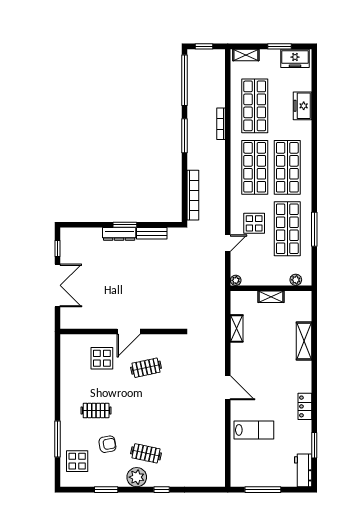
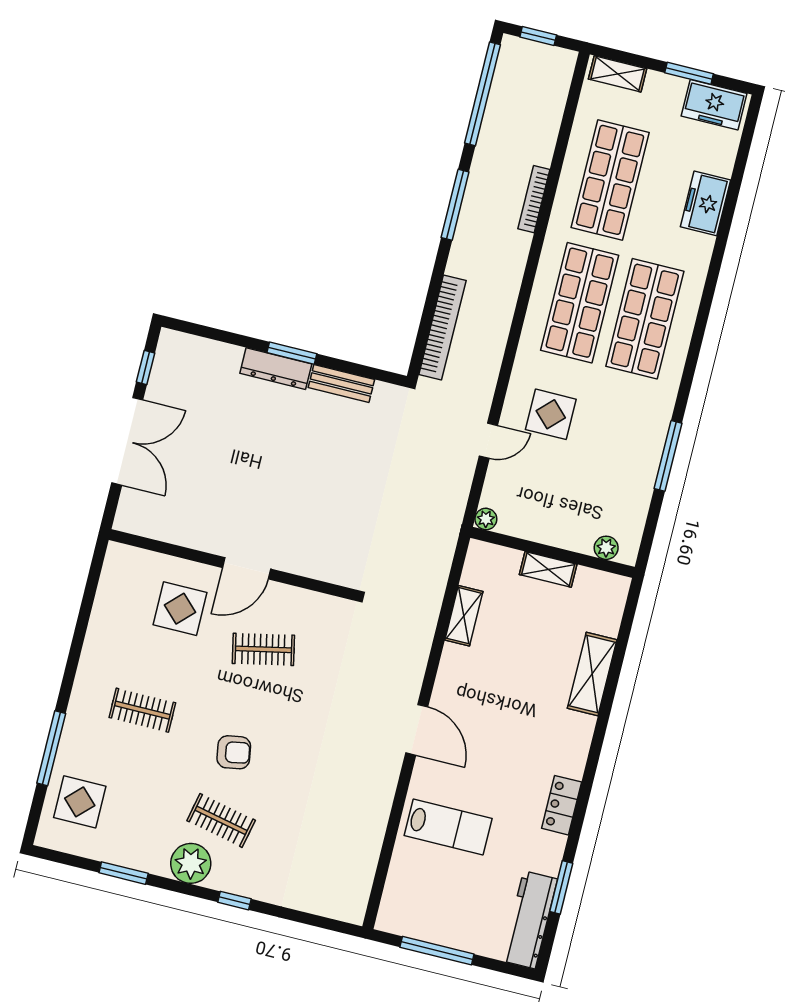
shop shelf: (287, 229) -> (614, 442), removed
armchair: (107, 444) -> (234, 752), moved
workbench: (303, 470) -> (529, 920), width x1.38

